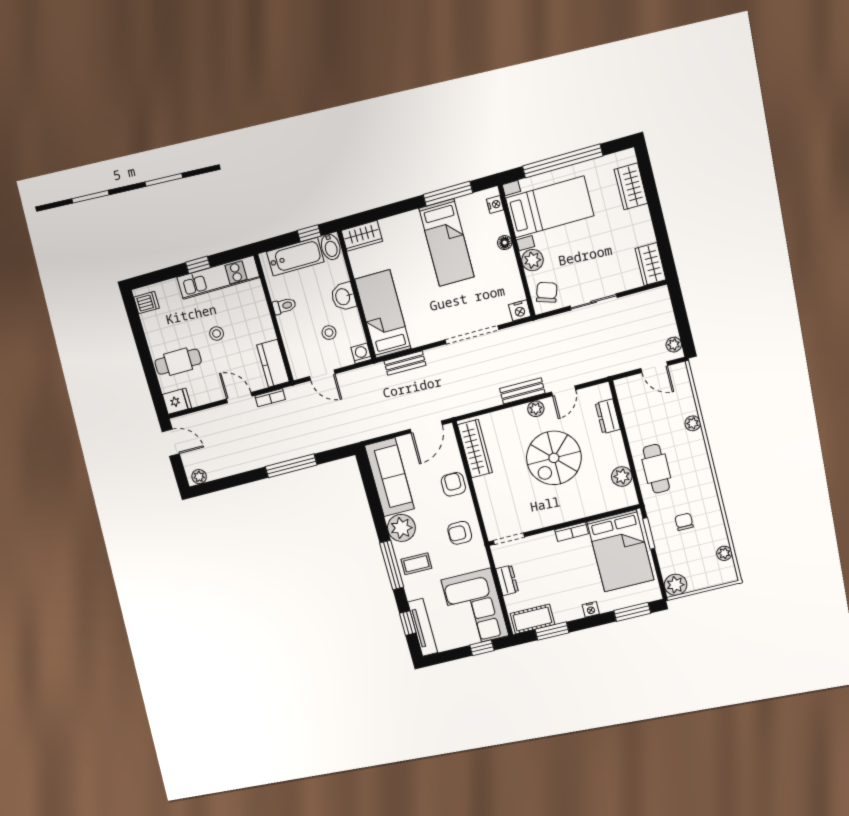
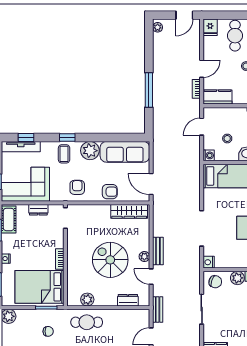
bench: (405, 363) -> (158, 310), moved
window: (392, 565) -> (67, 138), width x0.46

